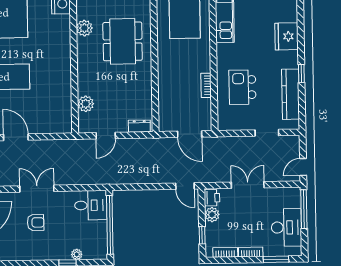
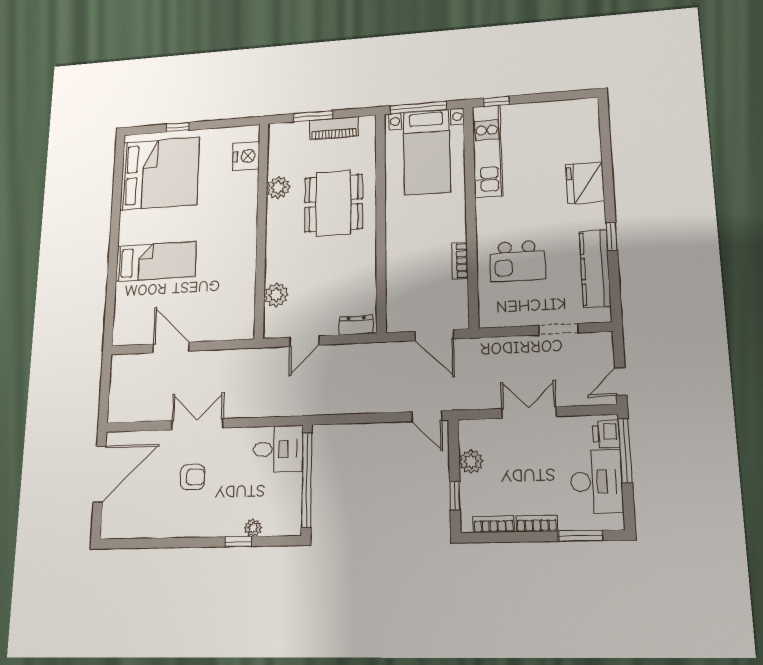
kitchen island: (242, 87) -> (517, 261), turned -90
printer: (212, 198) -> (606, 434), moved, turned 180

